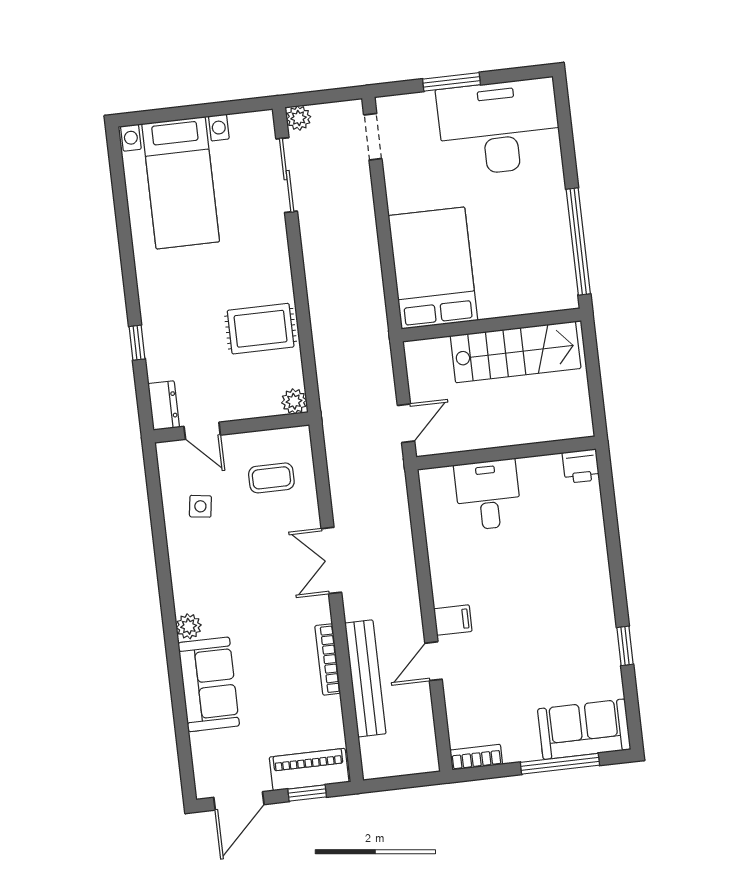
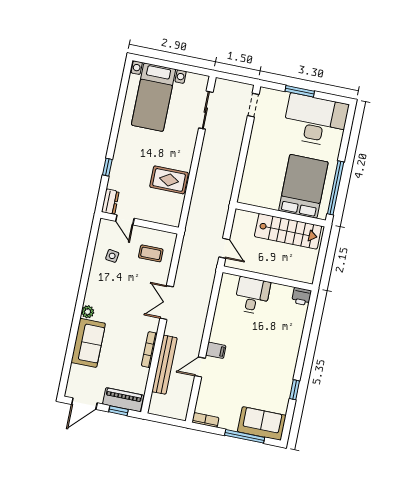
plant: (299, 118) -> (220, 85), removed
bed: (433, 268) -> (303, 186), moved
plant: (294, 401) -> (174, 220), removed
door: (406, 423) -> (224, 248), hinge flipped

